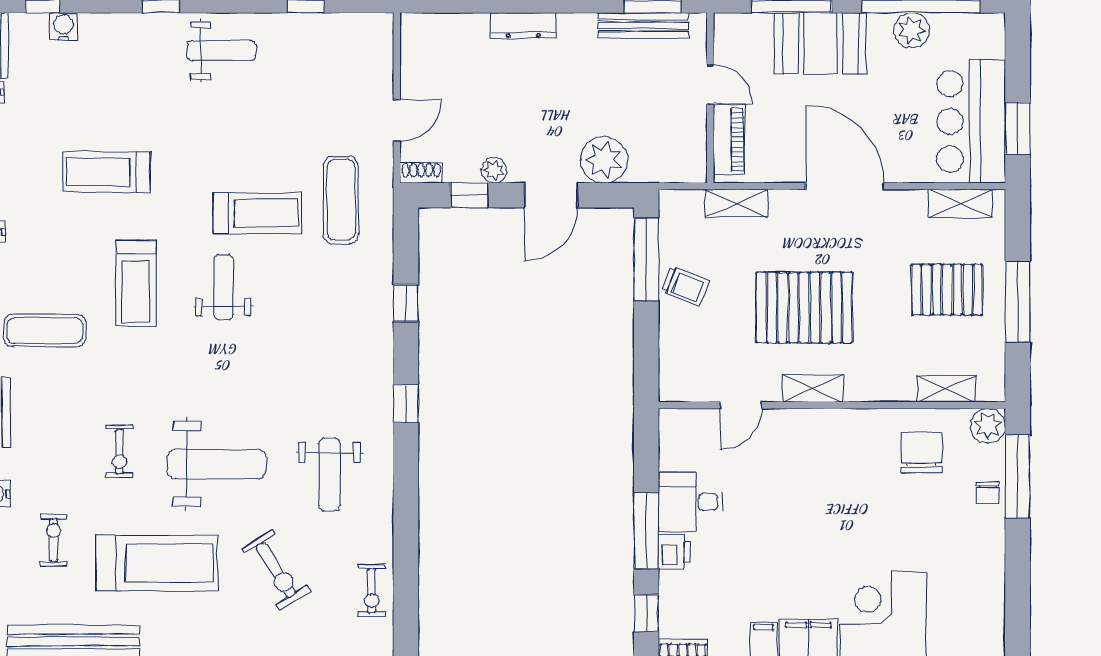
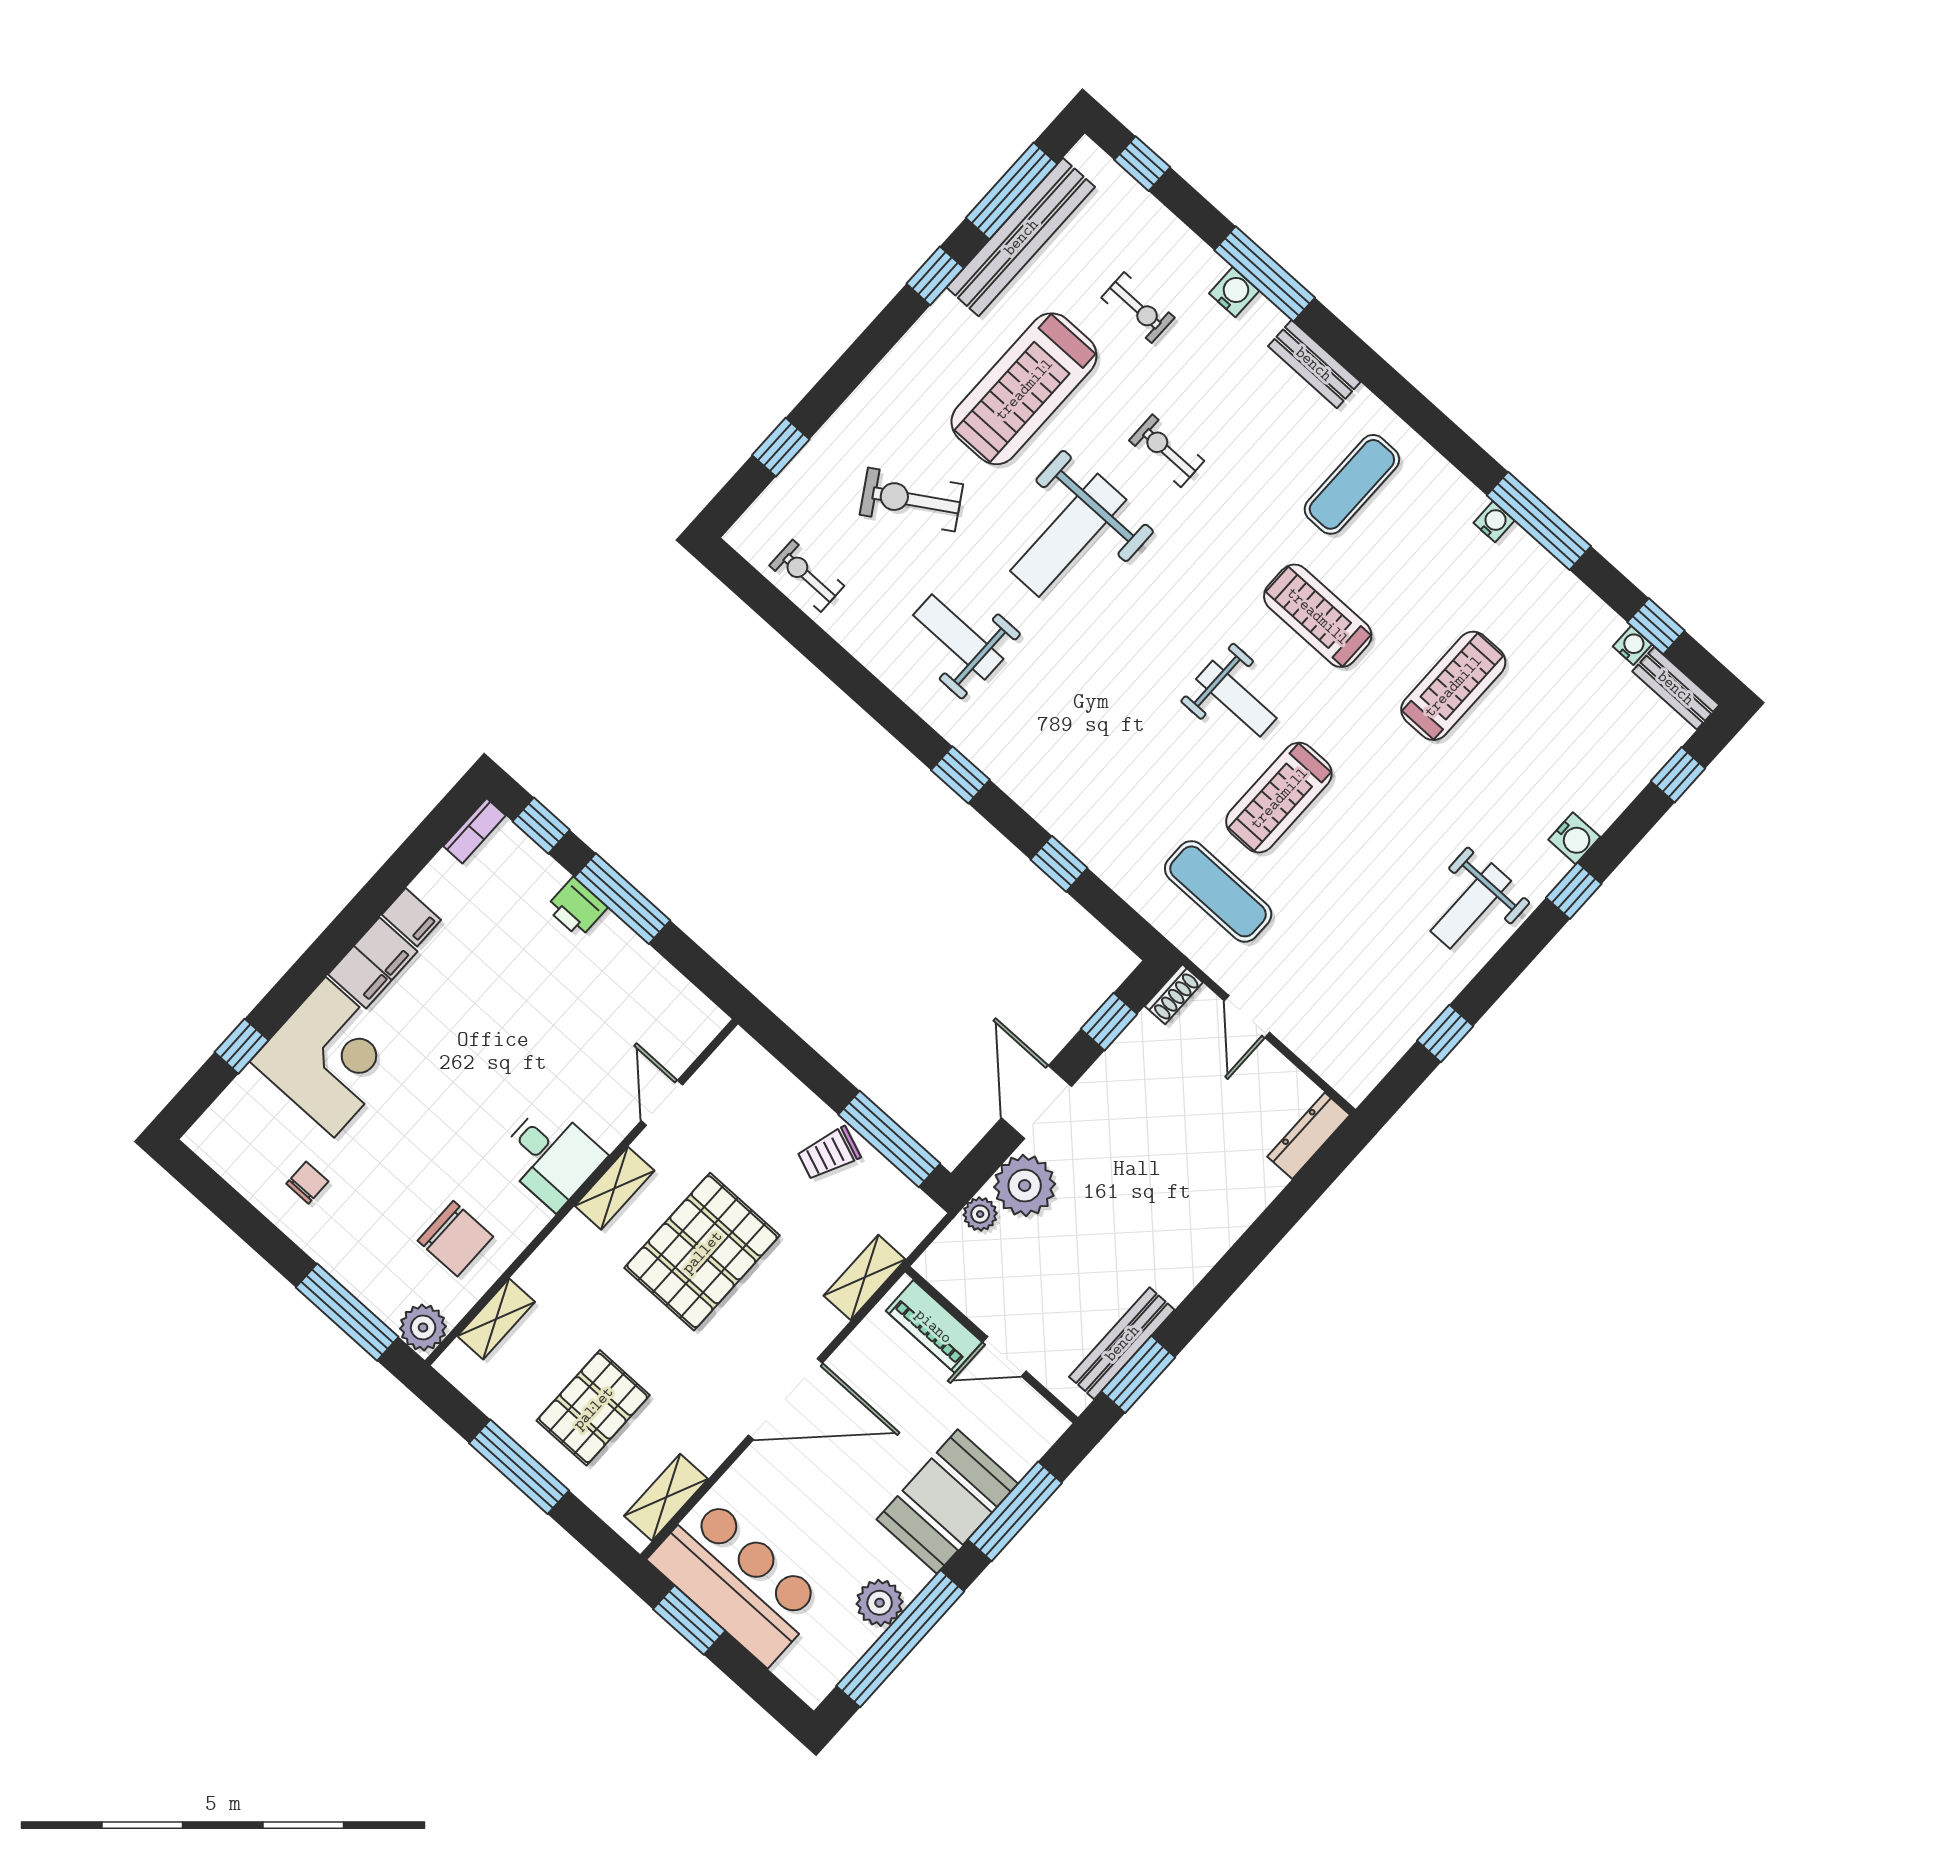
dresser: (523, 25) -> (1309, 1136), moved
water cooler: (64, 27) -> (1574, 838), moved
plant: (494, 170) -> (980, 1214), moved
chair: (988, 493) -> (307, 1183), moved, turned 90
desk: (691, 502) -> (551, 1156), moved, turned 90

